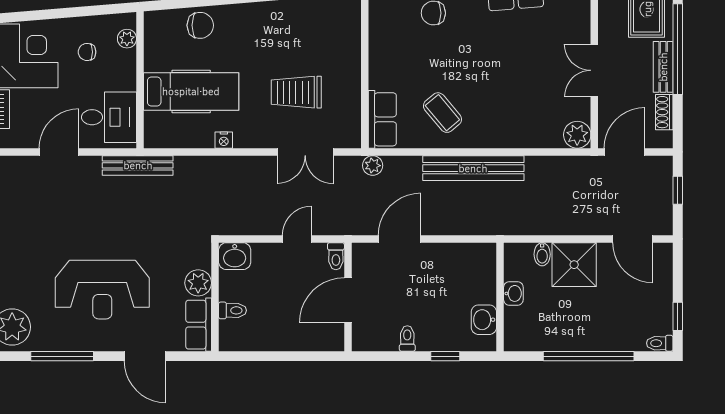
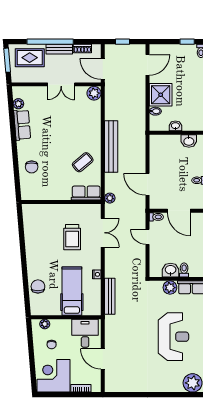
bench: (138, 165) -> (110, 296), moved
washbasin: (235, 256) -> (171, 270), moved, turned -90

